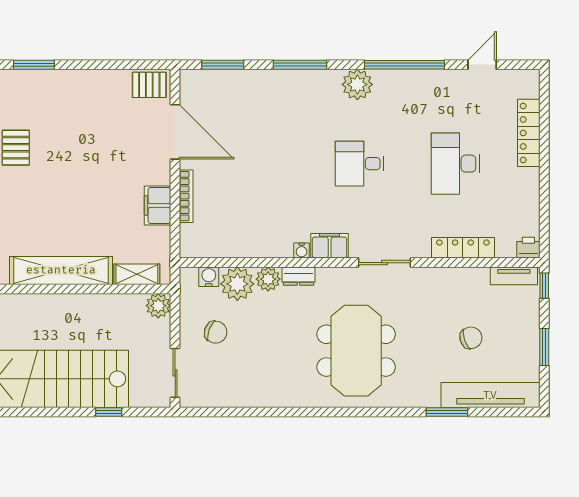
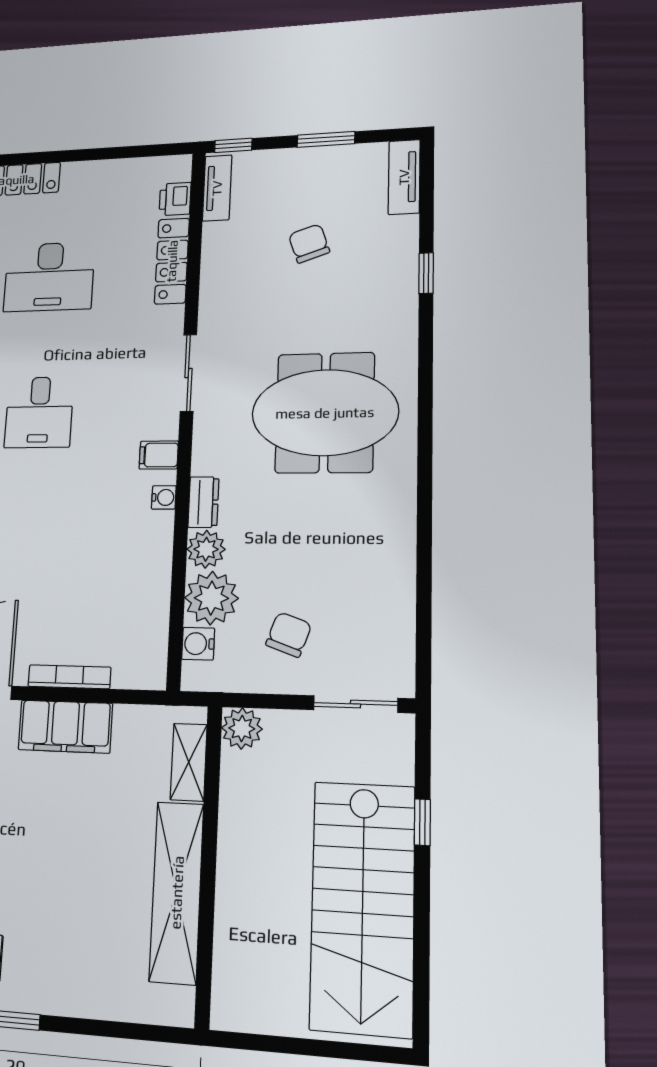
filing cabinet: (158, 205) -> (65, 726), width x1.50, depth x1.17
filing cabinet: (330, 246) -> (159, 455), width x0.50
printer: (528, 248) -> (175, 199), moved
tv unit: (490, 395) -> (404, 177), width x0.52, depth x0.78
window: (447, 412) -> (426, 273), width x0.67

